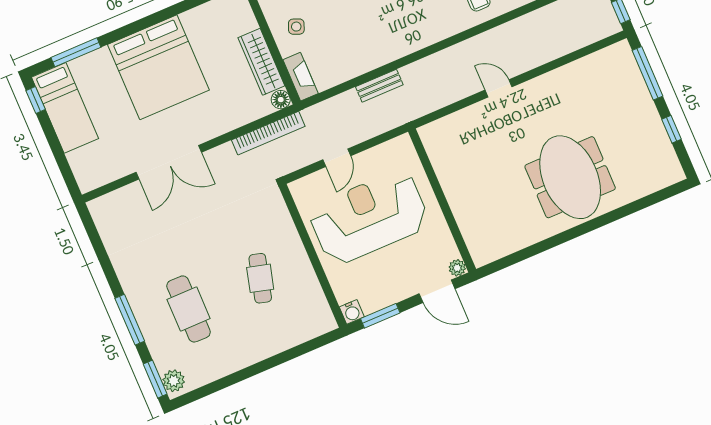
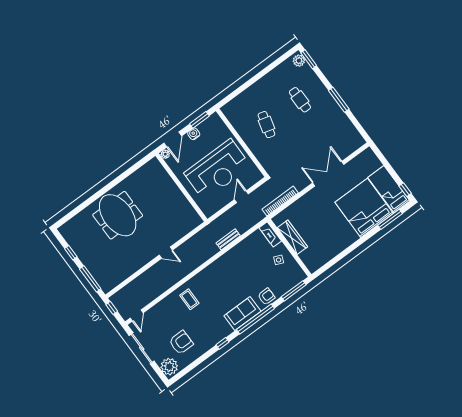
bed: (158, 67) -> (364, 208), moved
floor lamp: (281, 100) -> (278, 220), removed
door: (437, 291) -> (173, 139), swing flipped
cafe table: (189, 309) -> (300, 100), width x0.73, depth x0.74
water cooler: (352, 312) -> (194, 134), moved
window: (130, 320) -> (339, 100), moved

